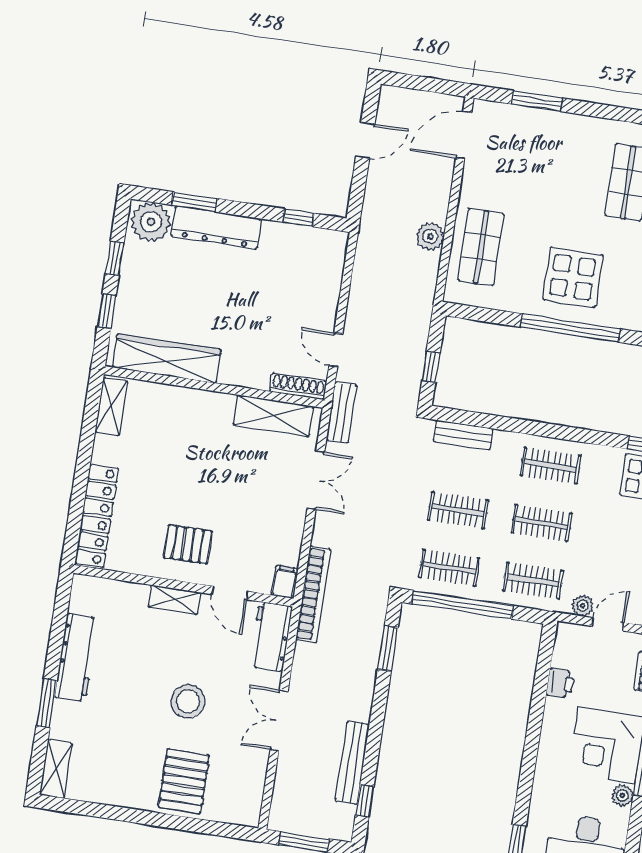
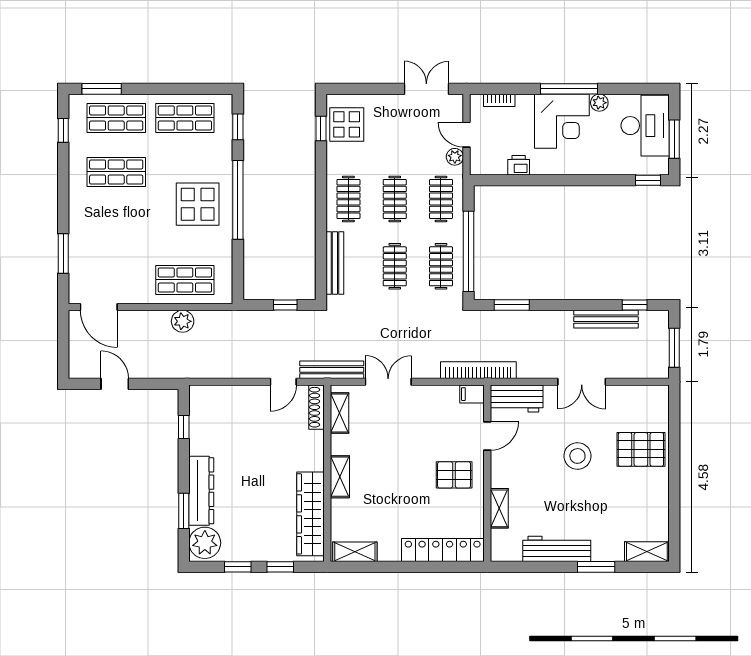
shelving: (207, 402) -> (340, 477), added
bench: (342, 412) -> (332, 370), width x1.36
shelving: (273, 416) -> (339, 413), width x0.67, depth x0.75
bench: (463, 435) -> (335, 263), width x1.36
pallet: (188, 544) -> (454, 475), turned 90
shelving: (174, 600) -> (499, 508), moved

